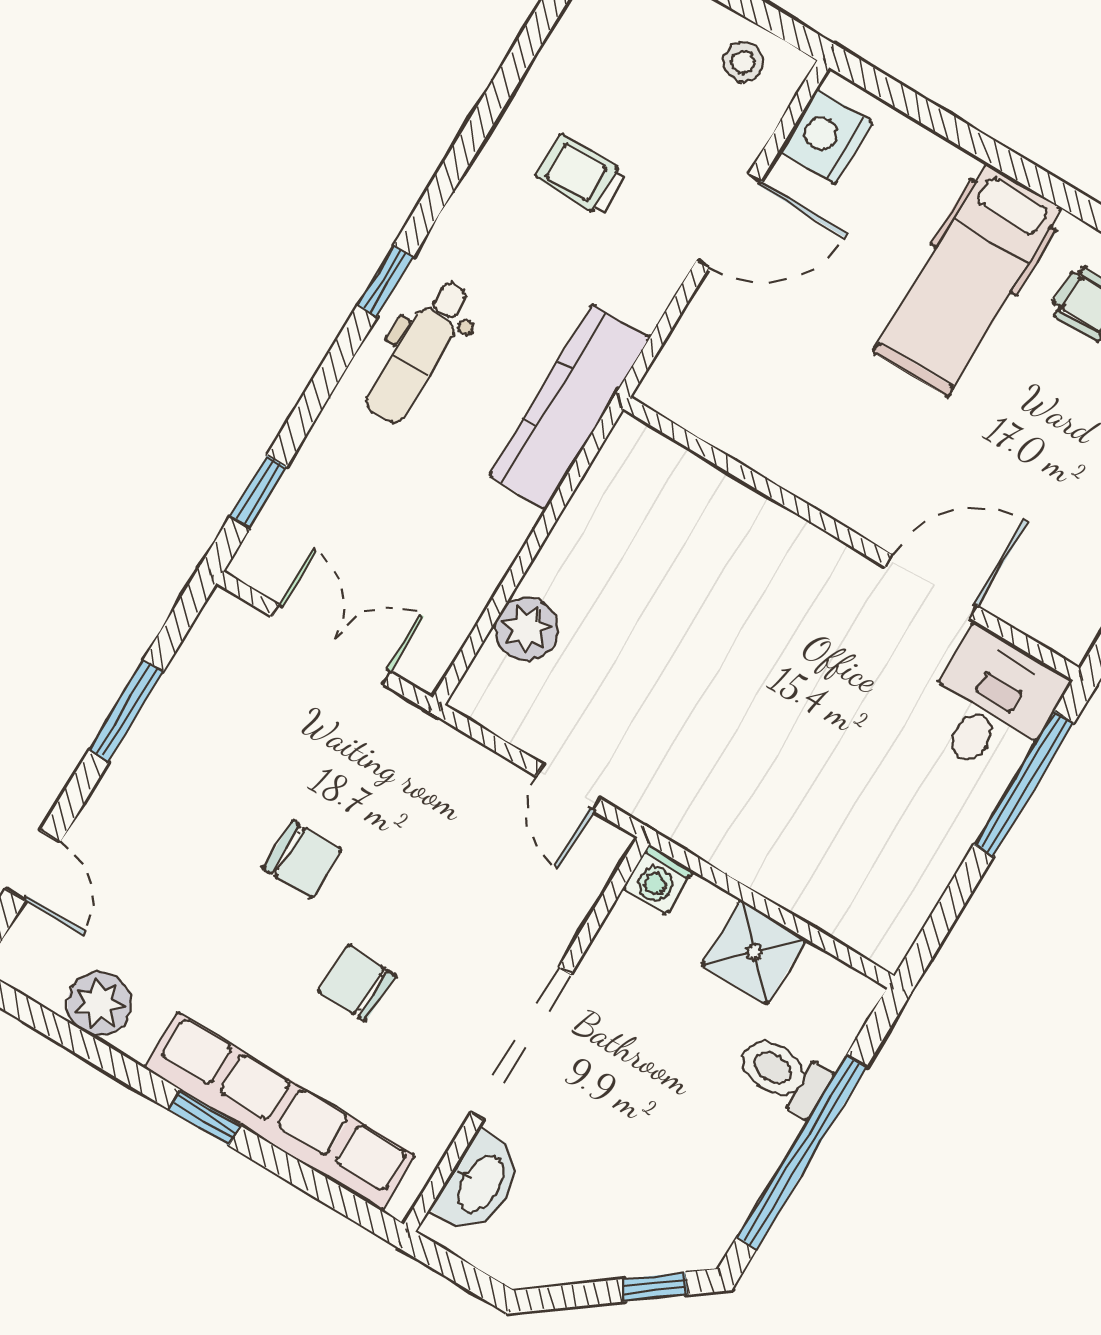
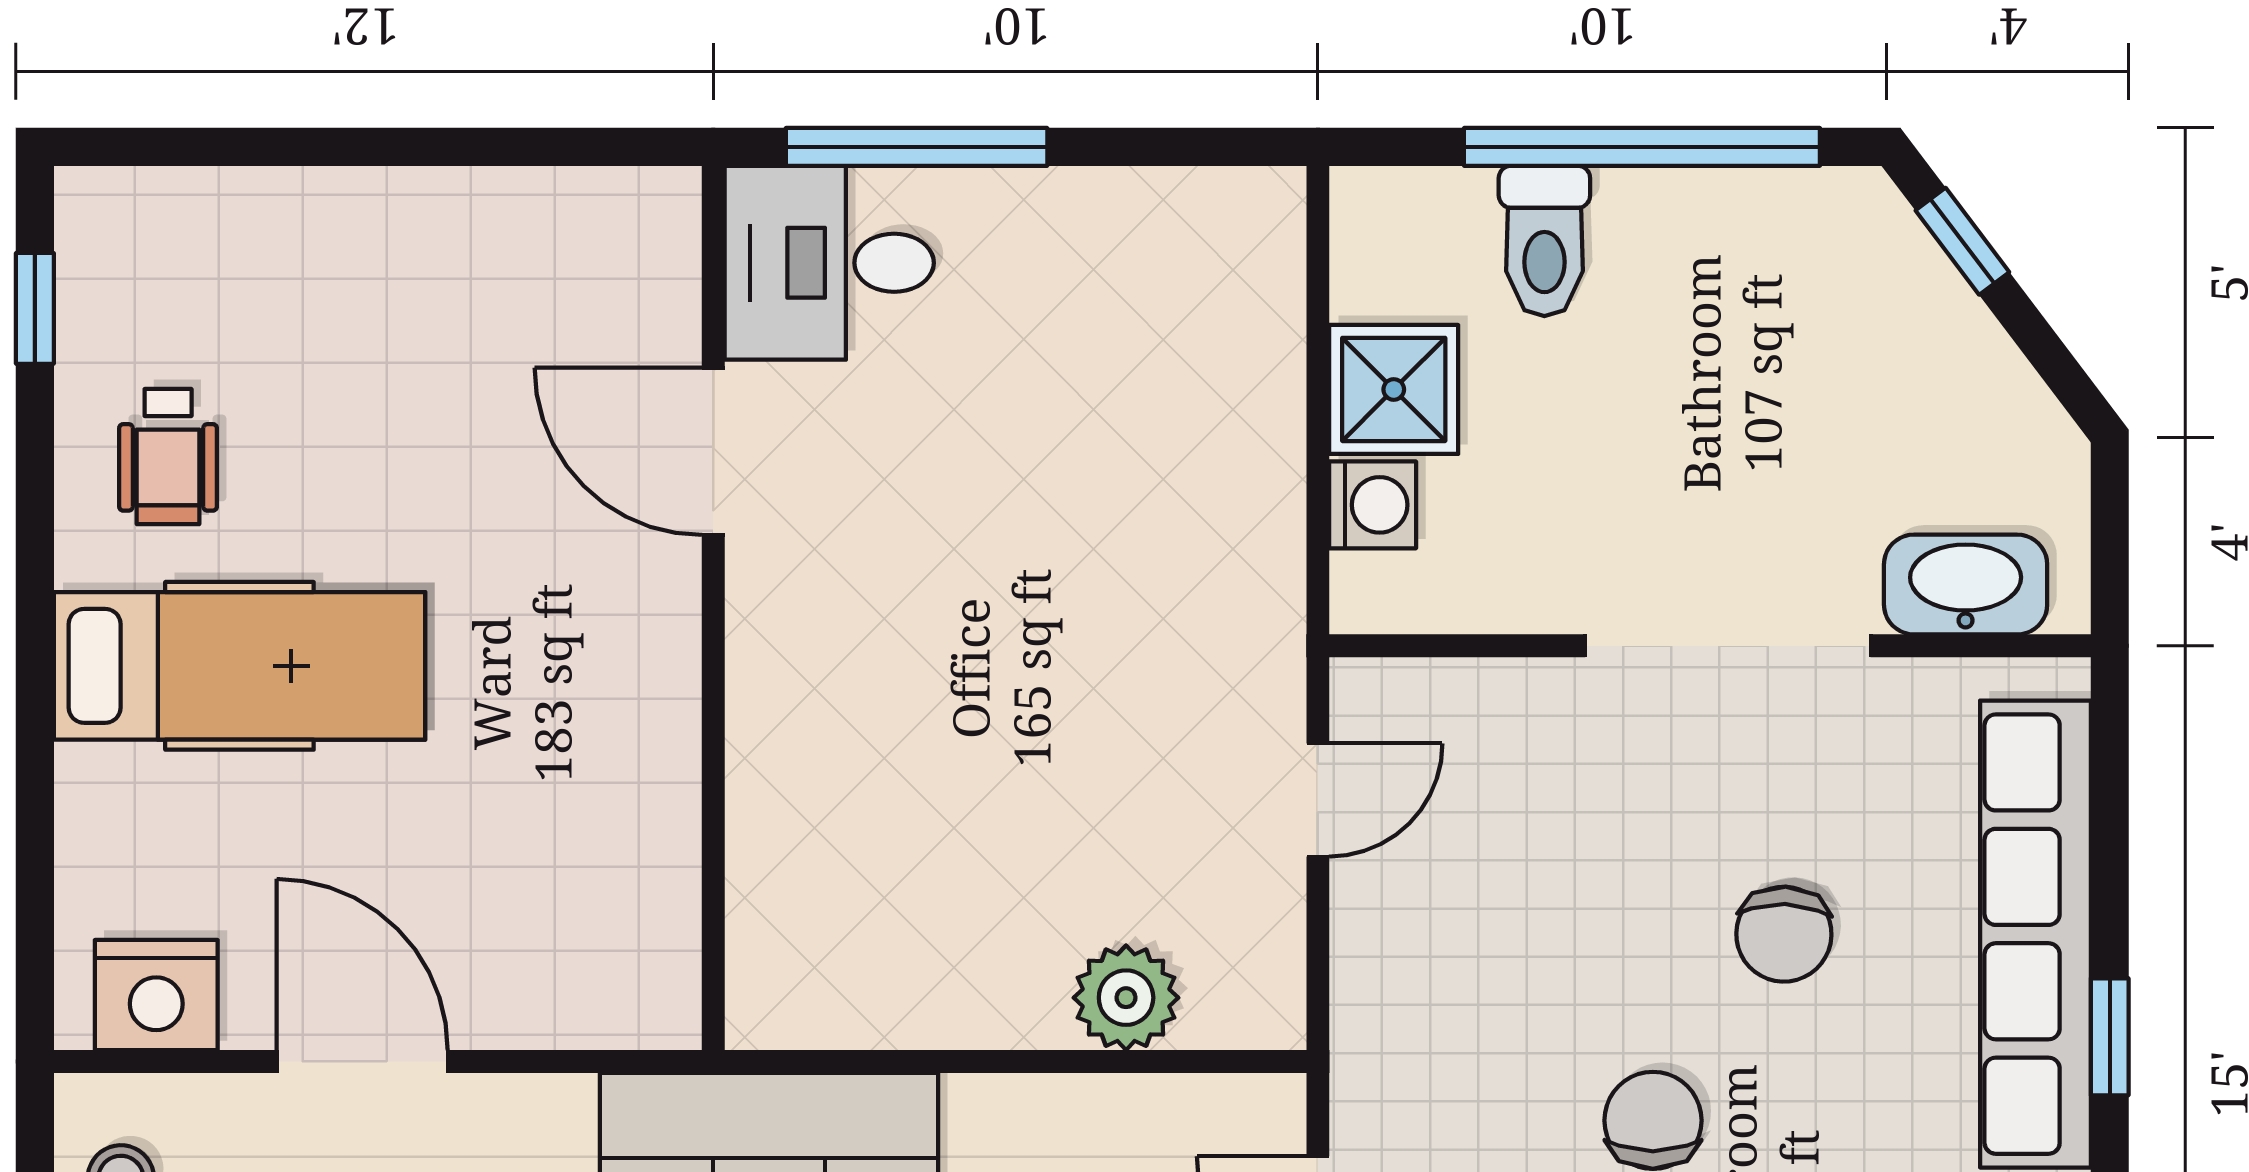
washing machine: (658, 879) -> (1373, 505), moved

